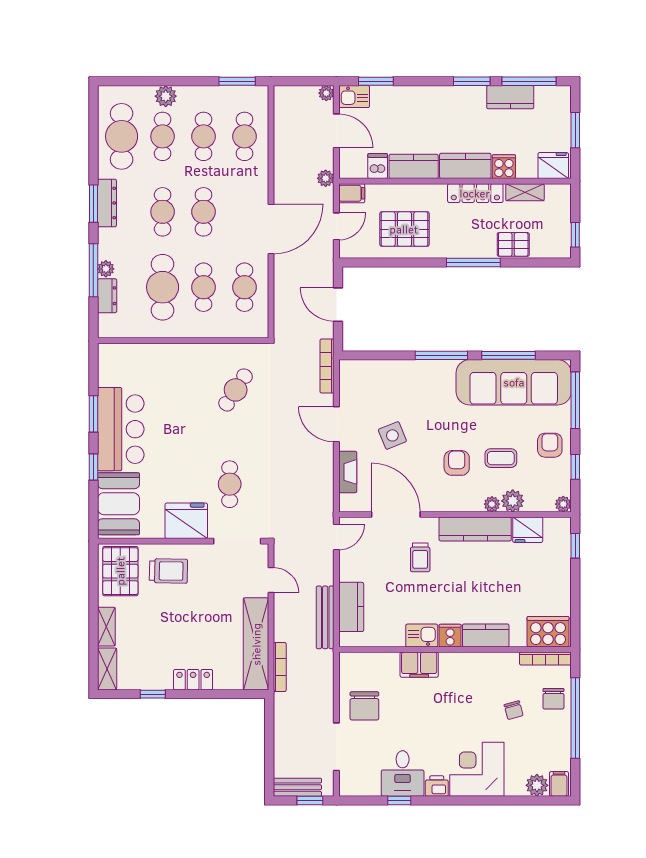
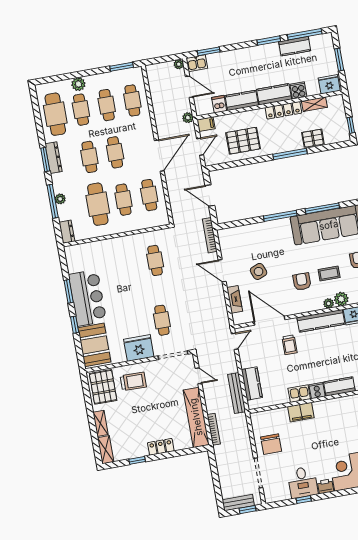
dresser: (107, 296) -> (67, 232), moved
cafe table: (236, 390) -> (155, 260), turned -33

